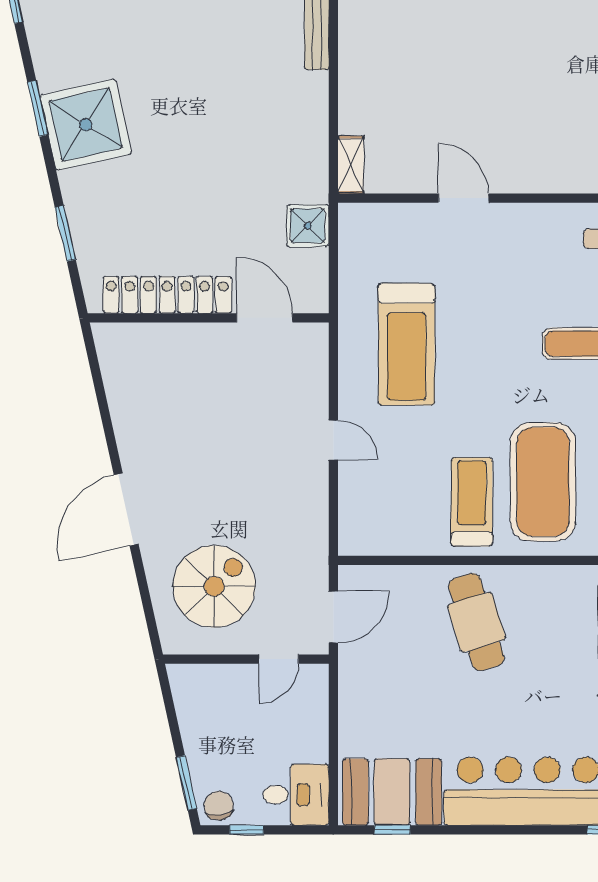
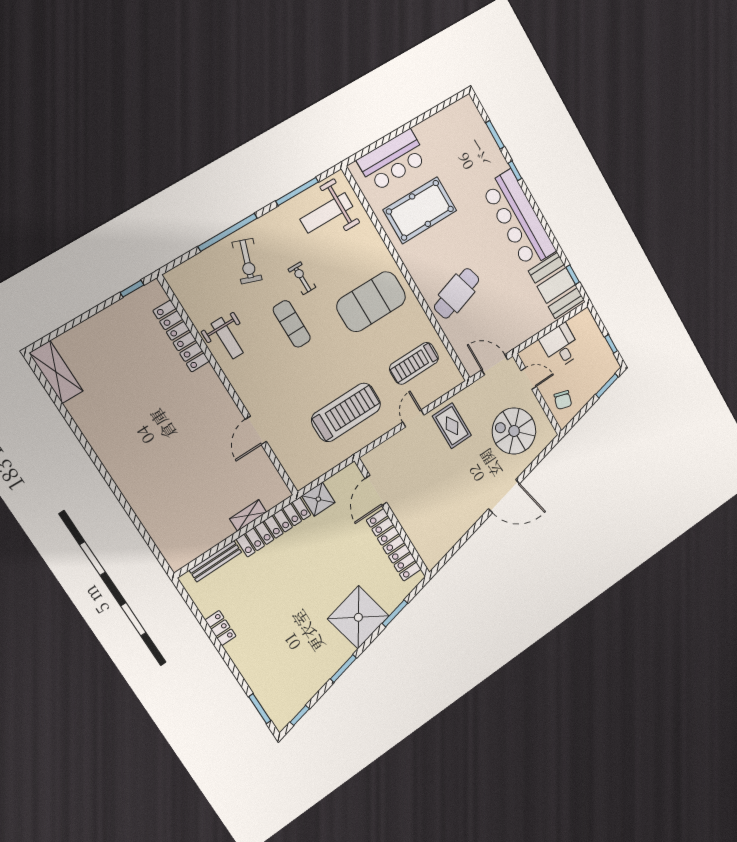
shower: (86, 125) -> (358, 617), moved
locker: (310, 137) -> (274, 527), added
shelving: (351, 165) -> (248, 515), moved
rug: (285, 493) -> (452, 426), added
treadmill: (472, 502) -> (414, 363), moved
desk: (296, 795) -> (561, 346), moved
chair: (219, 806) -> (563, 400), moved, turned -67

